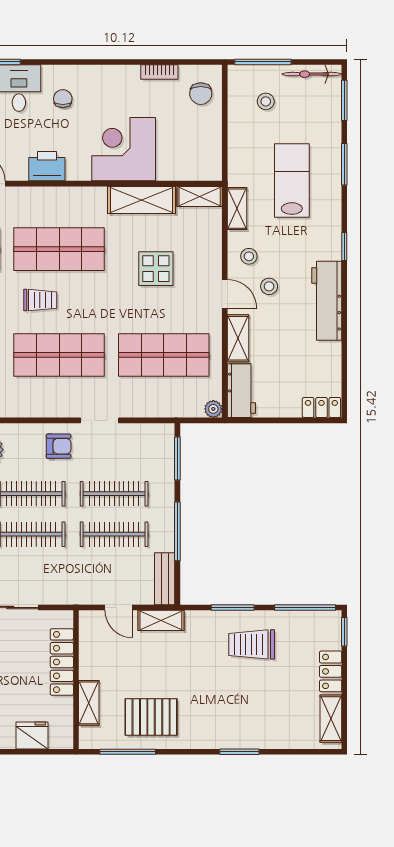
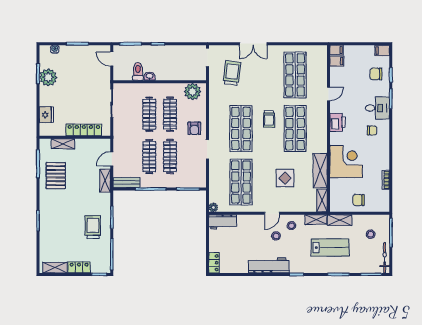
chair: (201, 94) -> (358, 200), moved
shelving: (238, 338) -> (340, 220), moved

